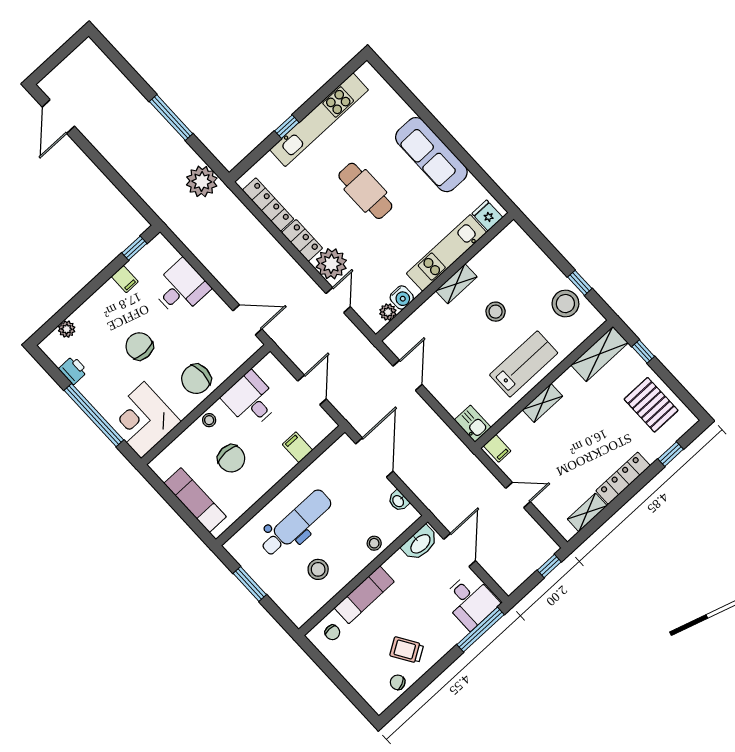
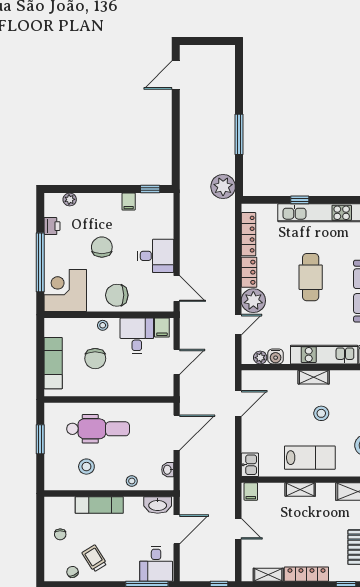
desk: (181, 288) -> (156, 256), moved
filing cabinet: (297, 447) -> (162, 328), moved, turned 180
chair: (332, 632) -> (60, 534), moved

